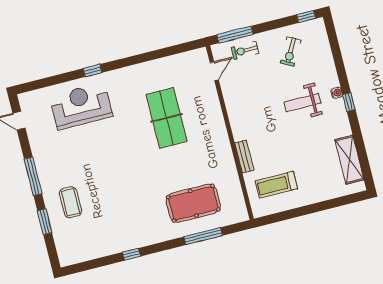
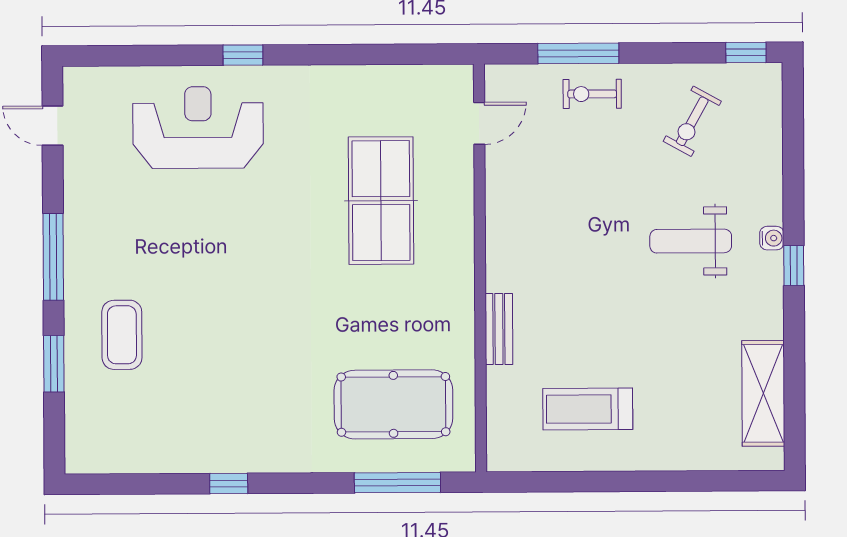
door: (214, 71) -> (479, 123), moved
wall: (230, 133) -> (480, 268), moved
bench: (244, 157) -> (499, 329), moved

